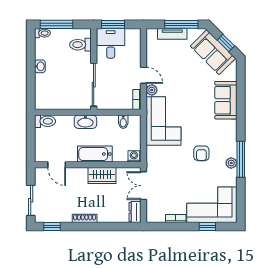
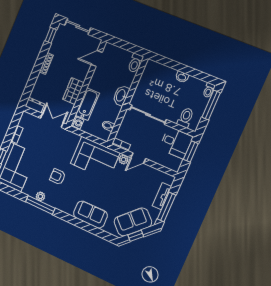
bathtub: (95, 154) -> (87, 104), moved

